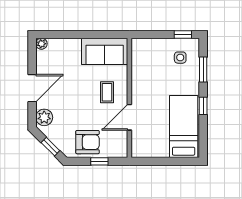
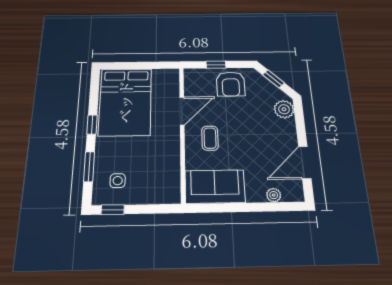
plant: (41, 44) -> (274, 195), moved
door: (32, 88) -> (305, 162), moved
bed: (184, 127) -> (125, 102), width x1.50
armchair: (88, 142) -> (231, 84), turned -90

